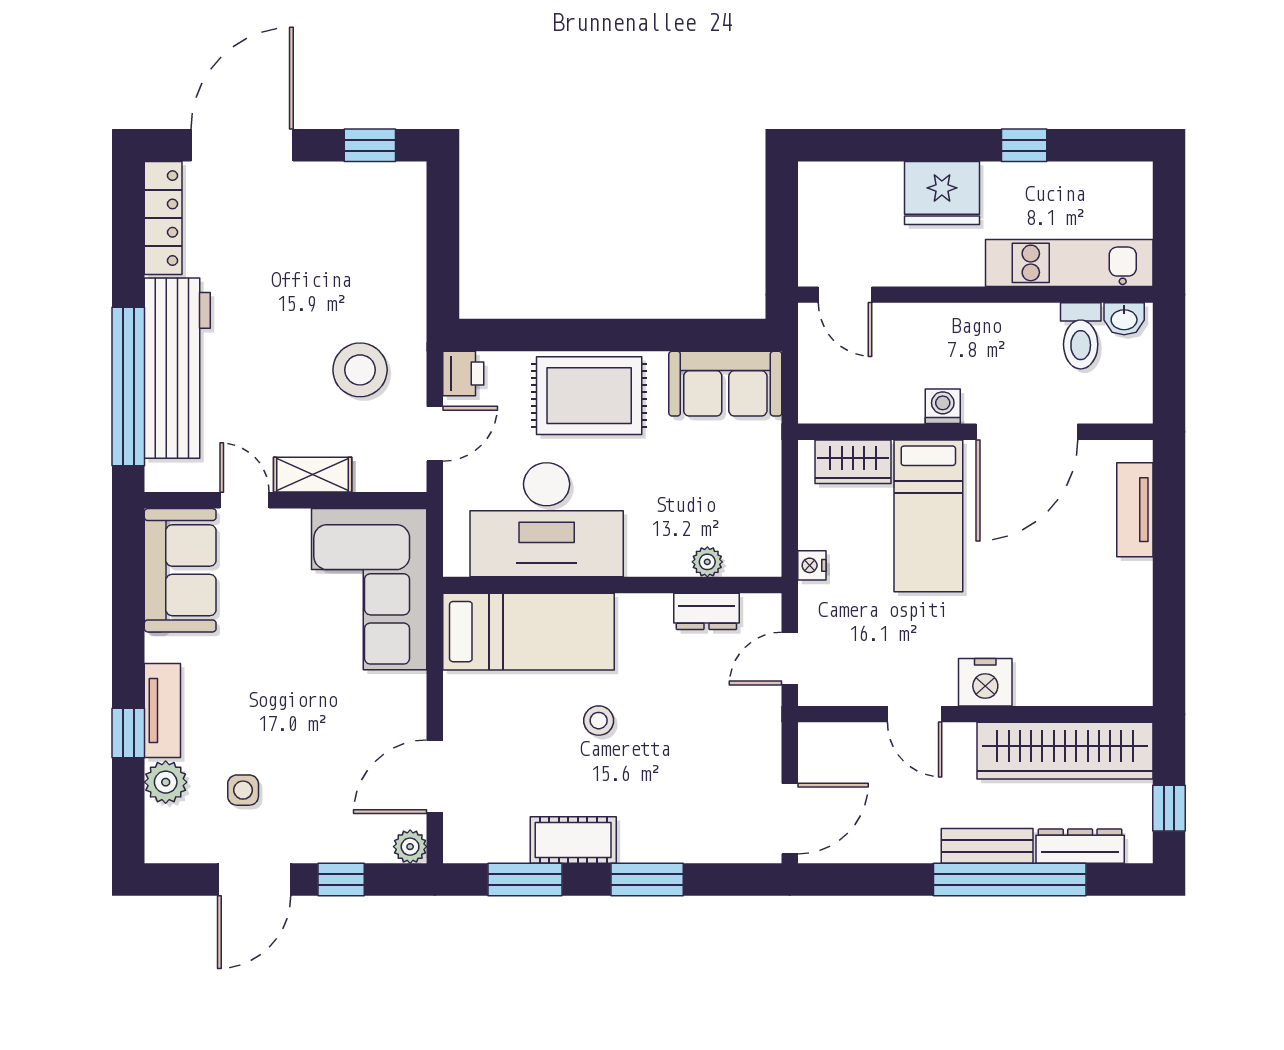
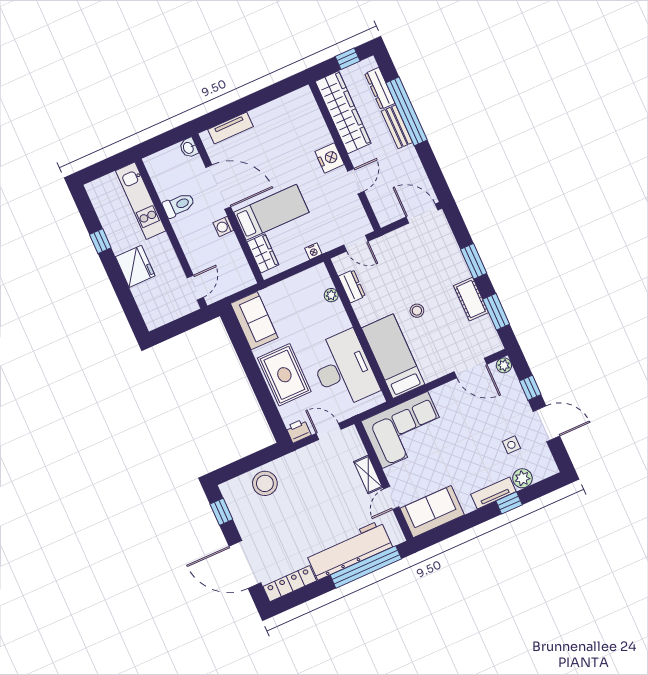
washbasin: (1124, 319) -> (189, 148), moved, turned 180
toilet: (1081, 336) -> (179, 205), moved
stool: (360, 370) -> (265, 483), moved

